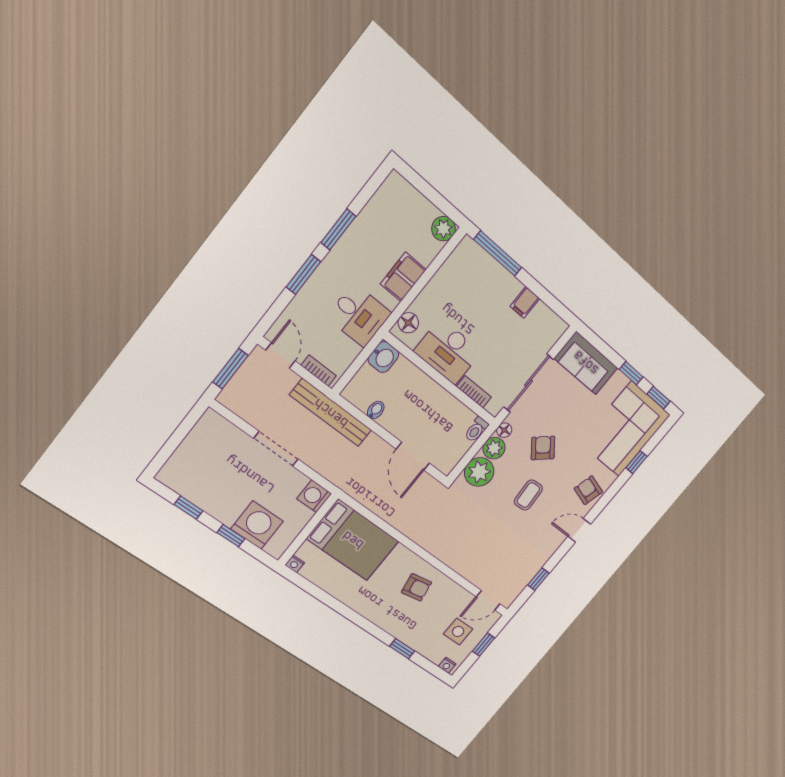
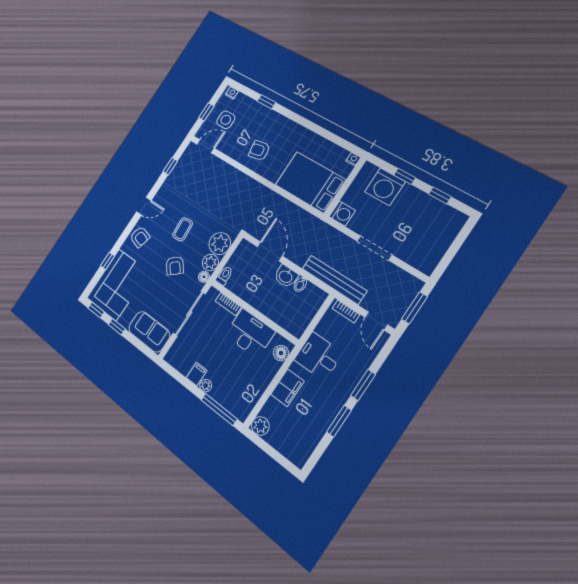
plant: (514, 286) -> (206, 386), added
washbasin: (383, 357) -> (286, 276), moved, turned -90

